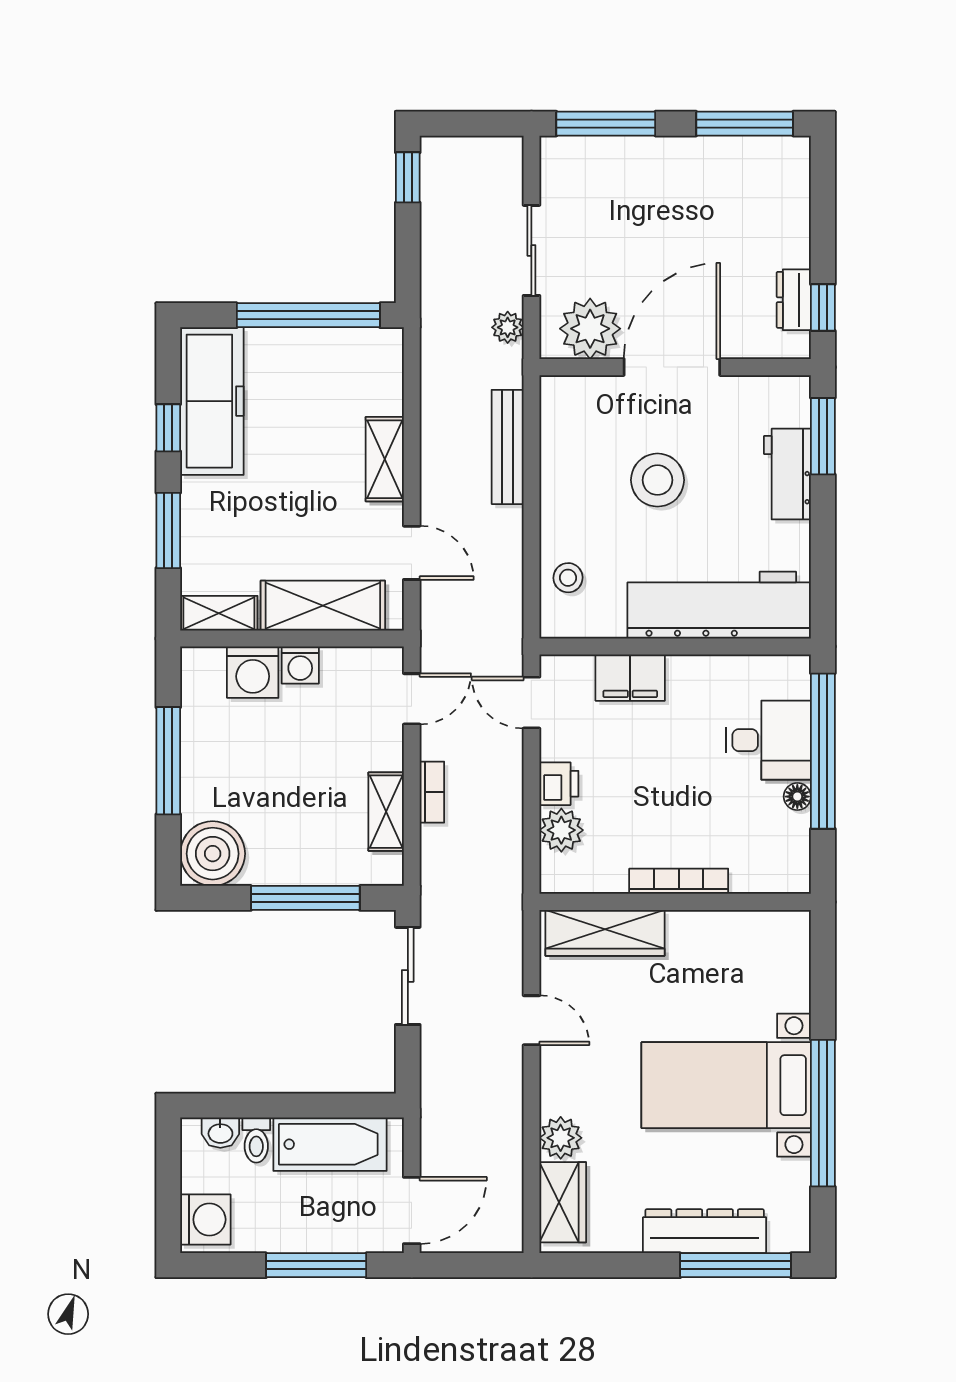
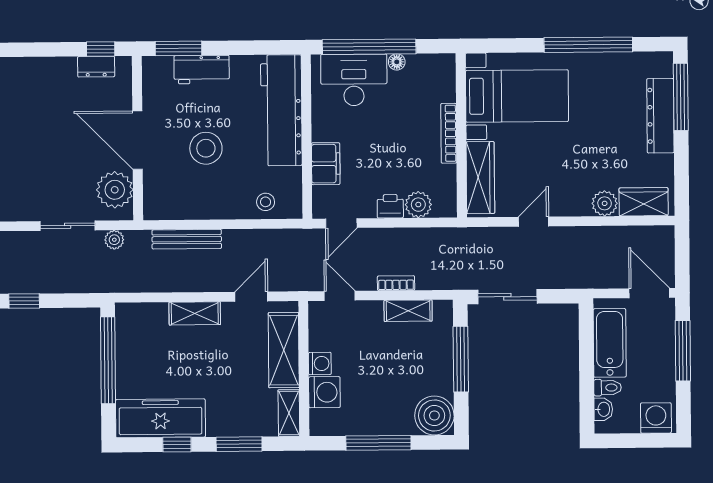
desk: (768, 740) -> (354, 80), width x1.37
bed with nightstands: (726, 1085) -> (517, 96), moved, turned -90

